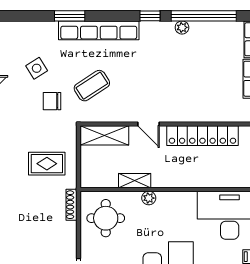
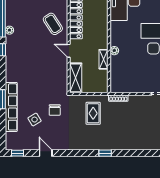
row of seats: (99, 30) -> (11, 107), moved
coffee table: (92, 86) -> (53, 24), moved
door: (149, 124) -> (69, 51), swing flipped
round table: (106, 218) -> (127, 77), removed

